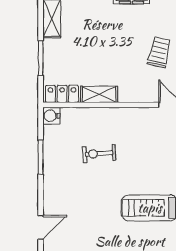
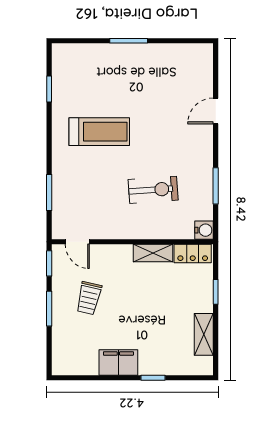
window: (41, 58) -> (216, 292), width x0.67
exercise bike: (99, 153) -> (153, 190), width x1.38, depth x1.39

